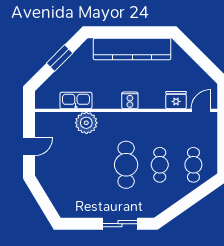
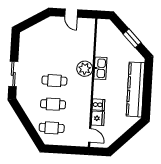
kitchen sink: (76, 100) -> (100, 68), moved
cooker: (130, 100) -> (98, 105), moved
plant: (86, 123) -> (85, 69), moved
cafe table: (126, 165) -> (54, 81), width x0.73, depth x0.74

